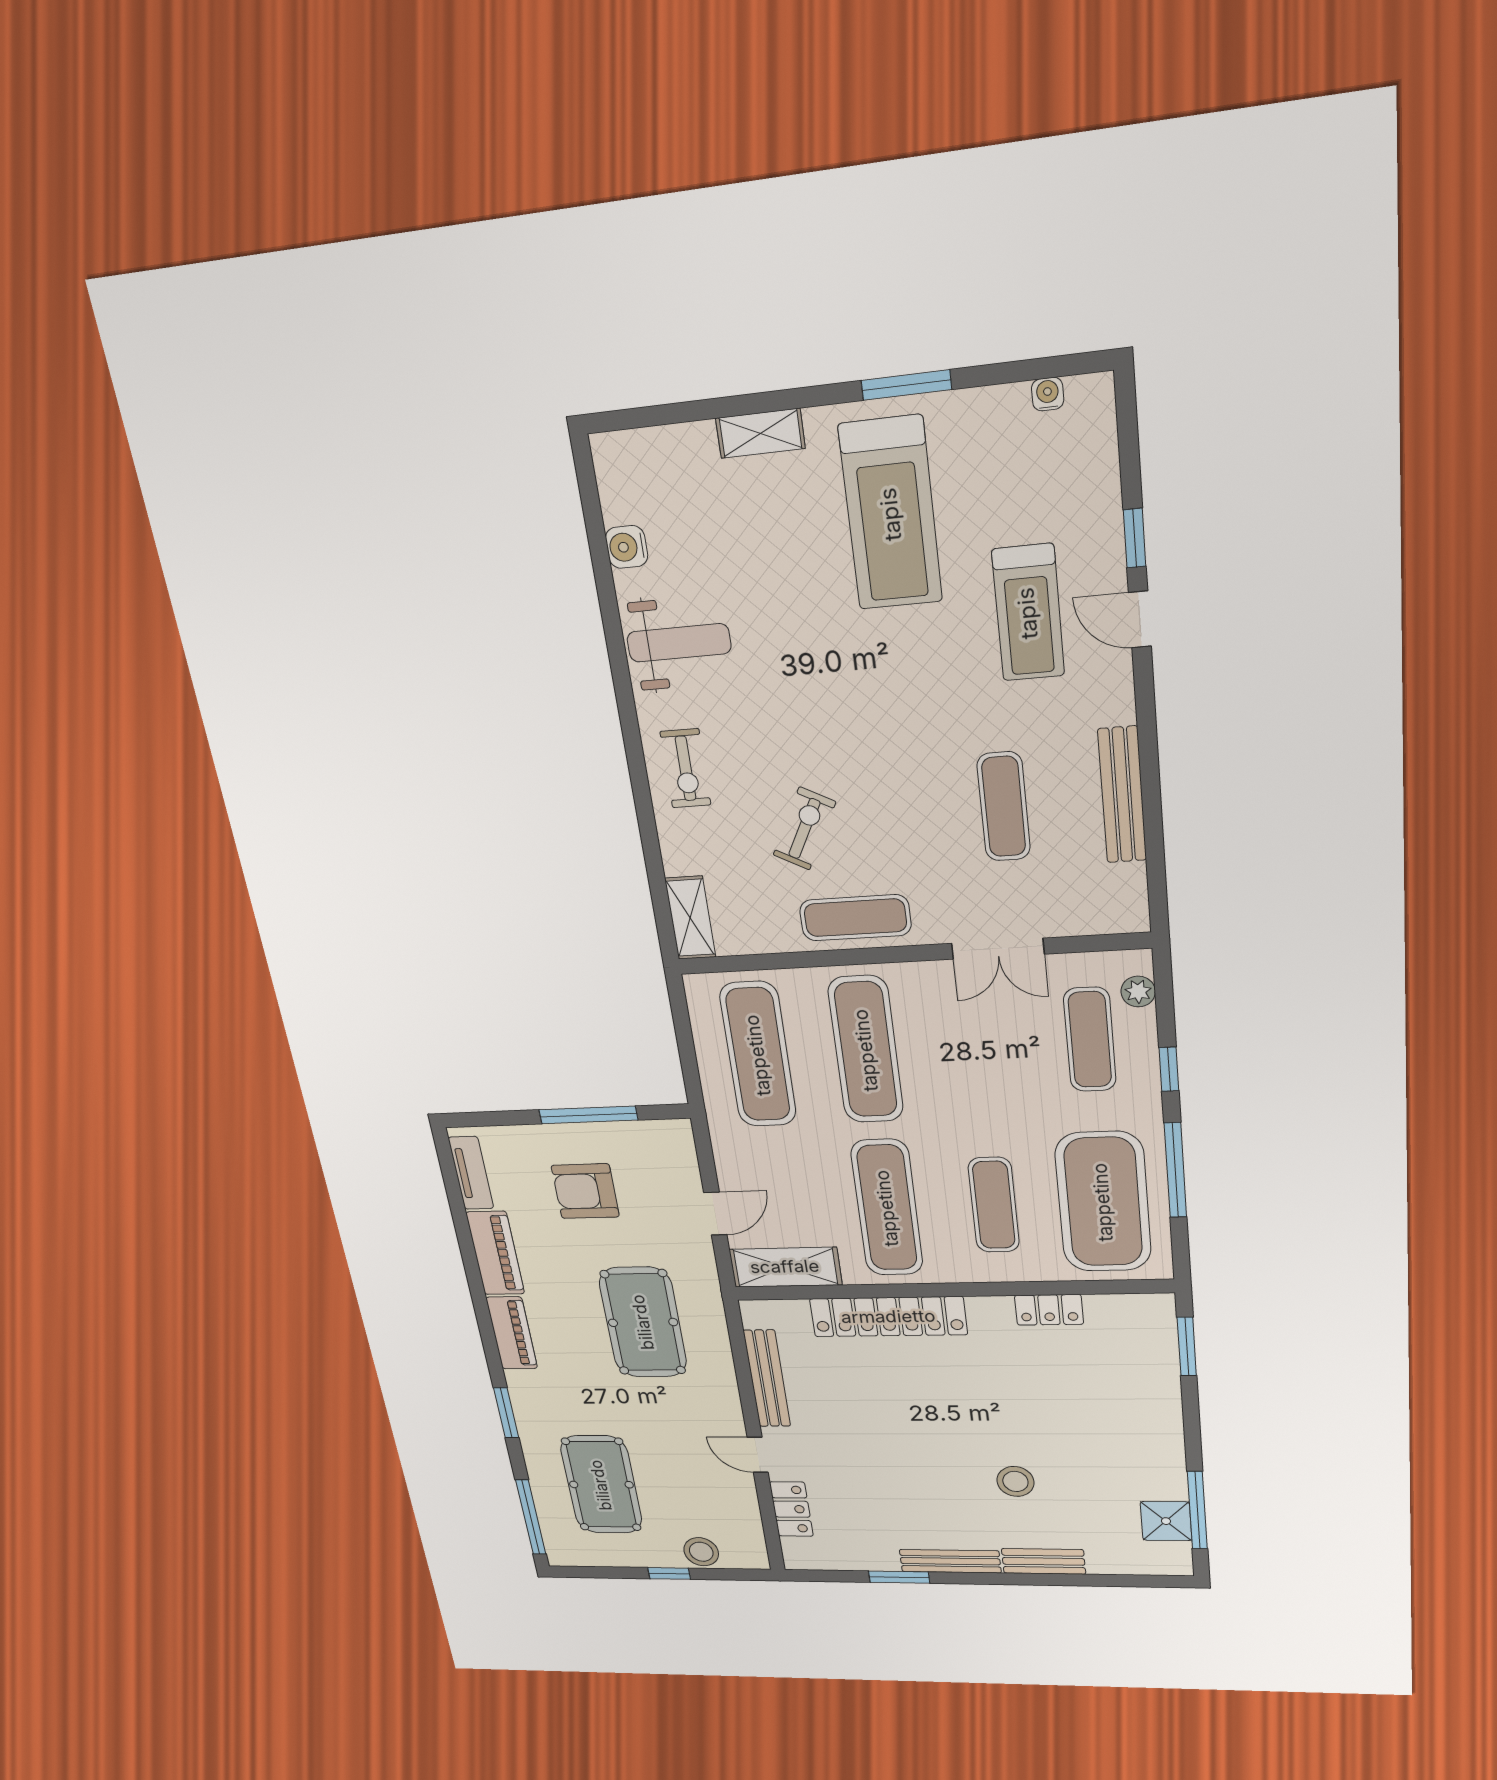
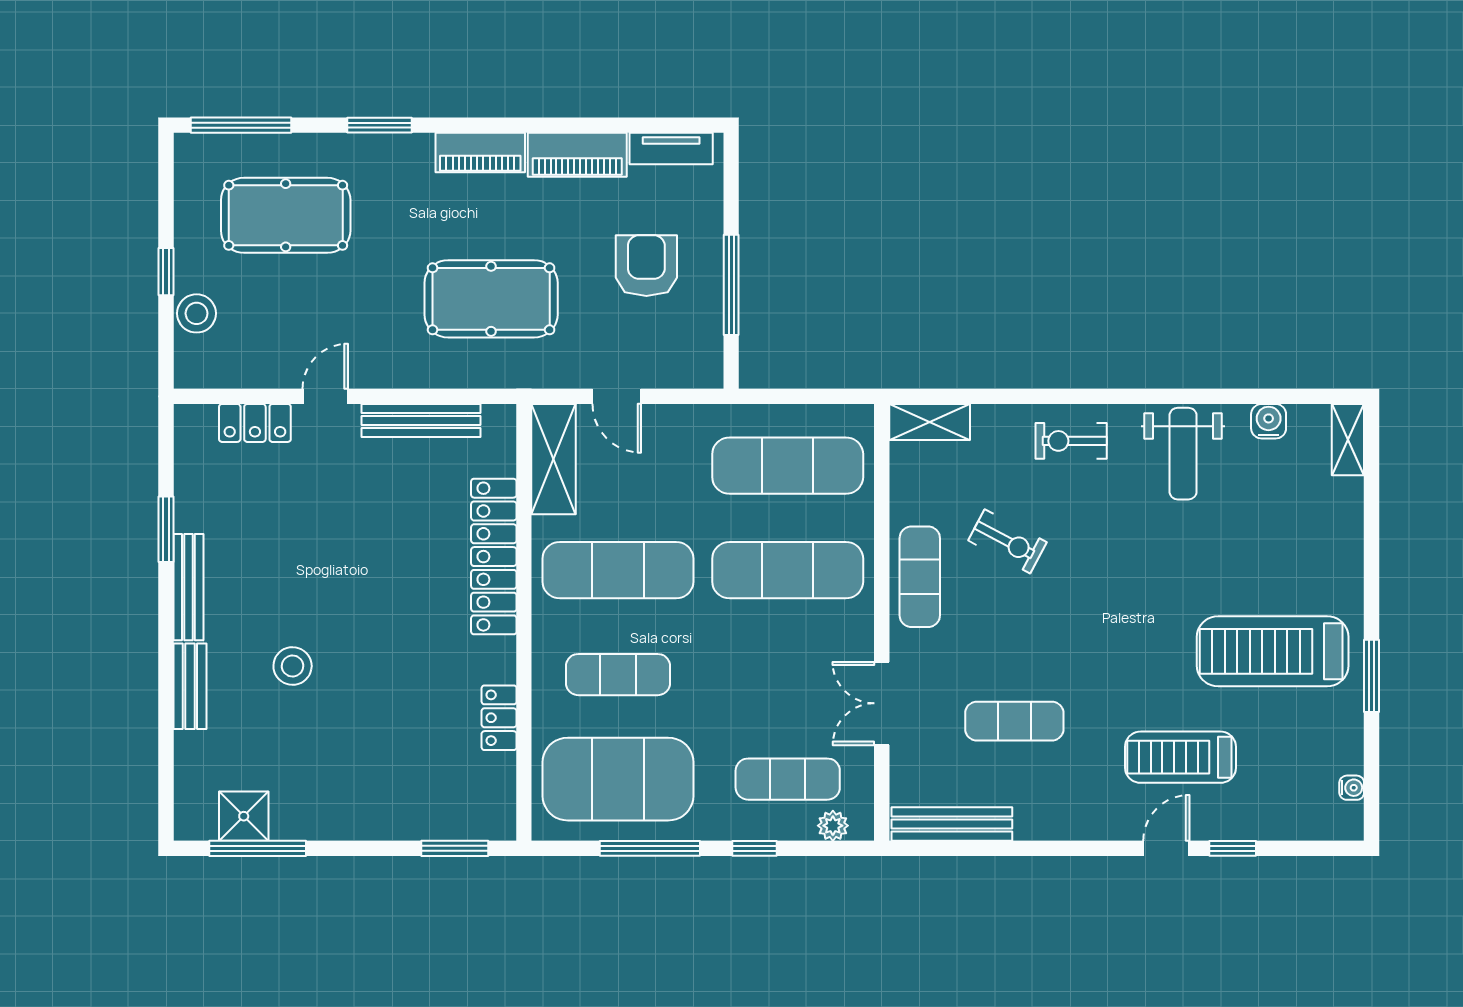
shelving: (760, 433) -> (1348, 440), moved
bench: (1122, 795) -> (952, 824), moved

